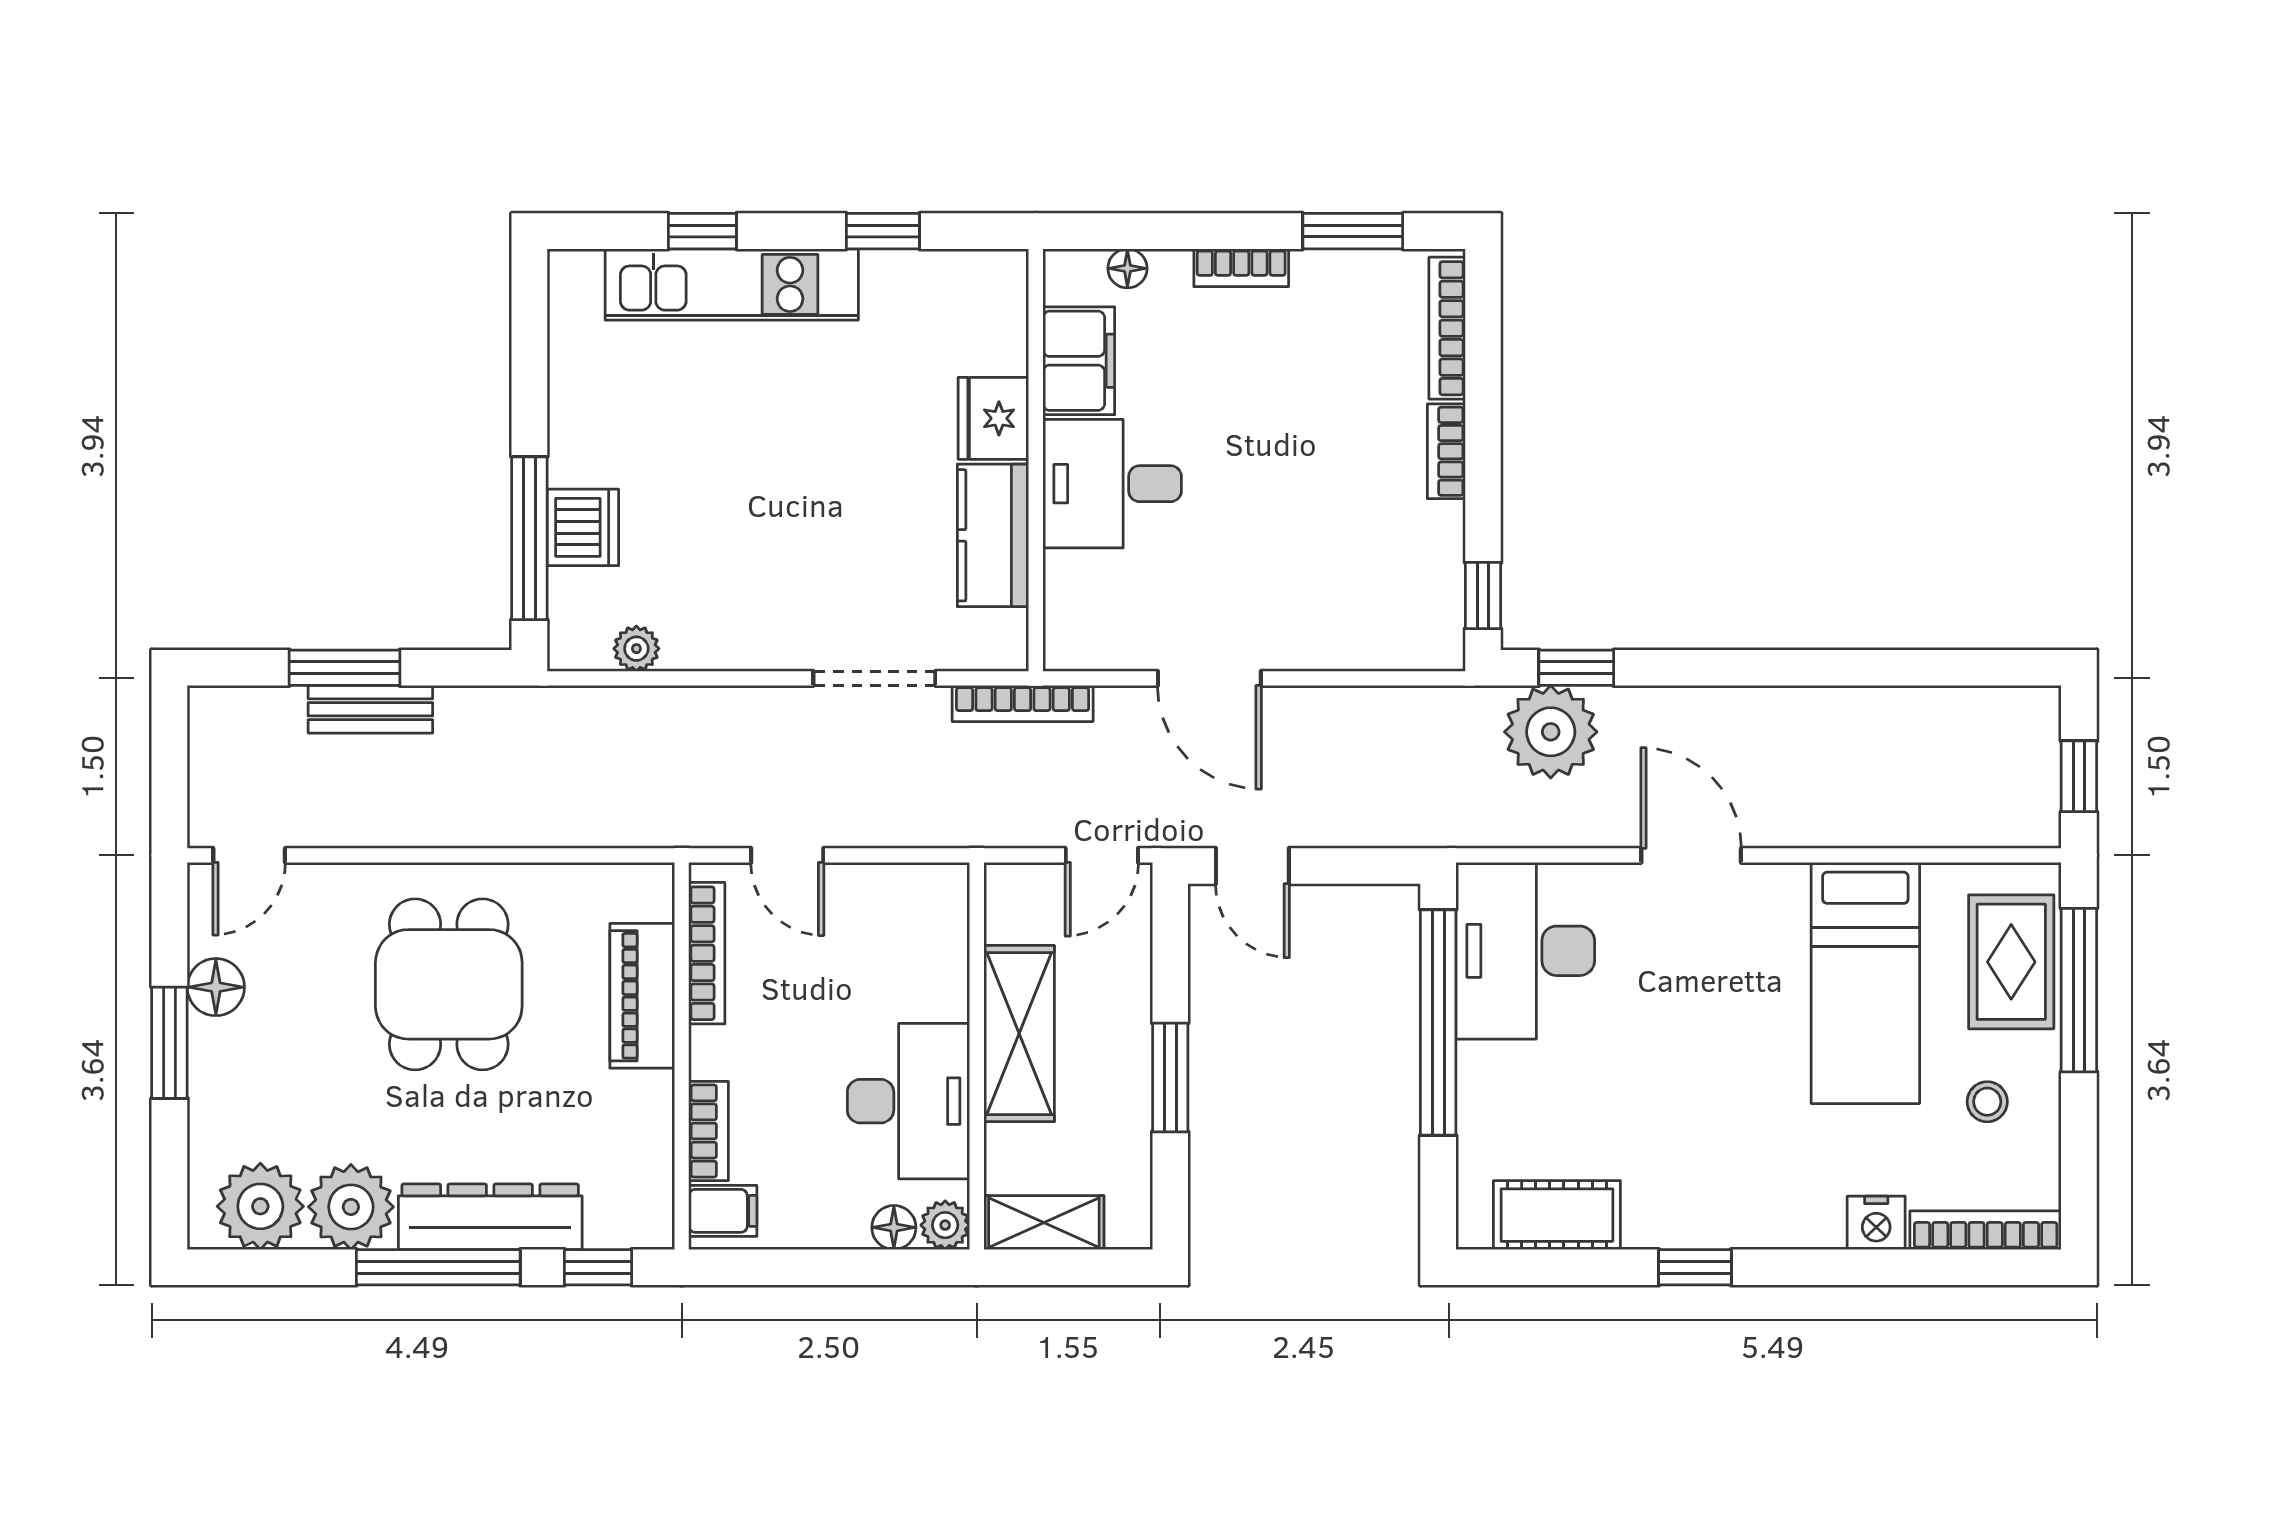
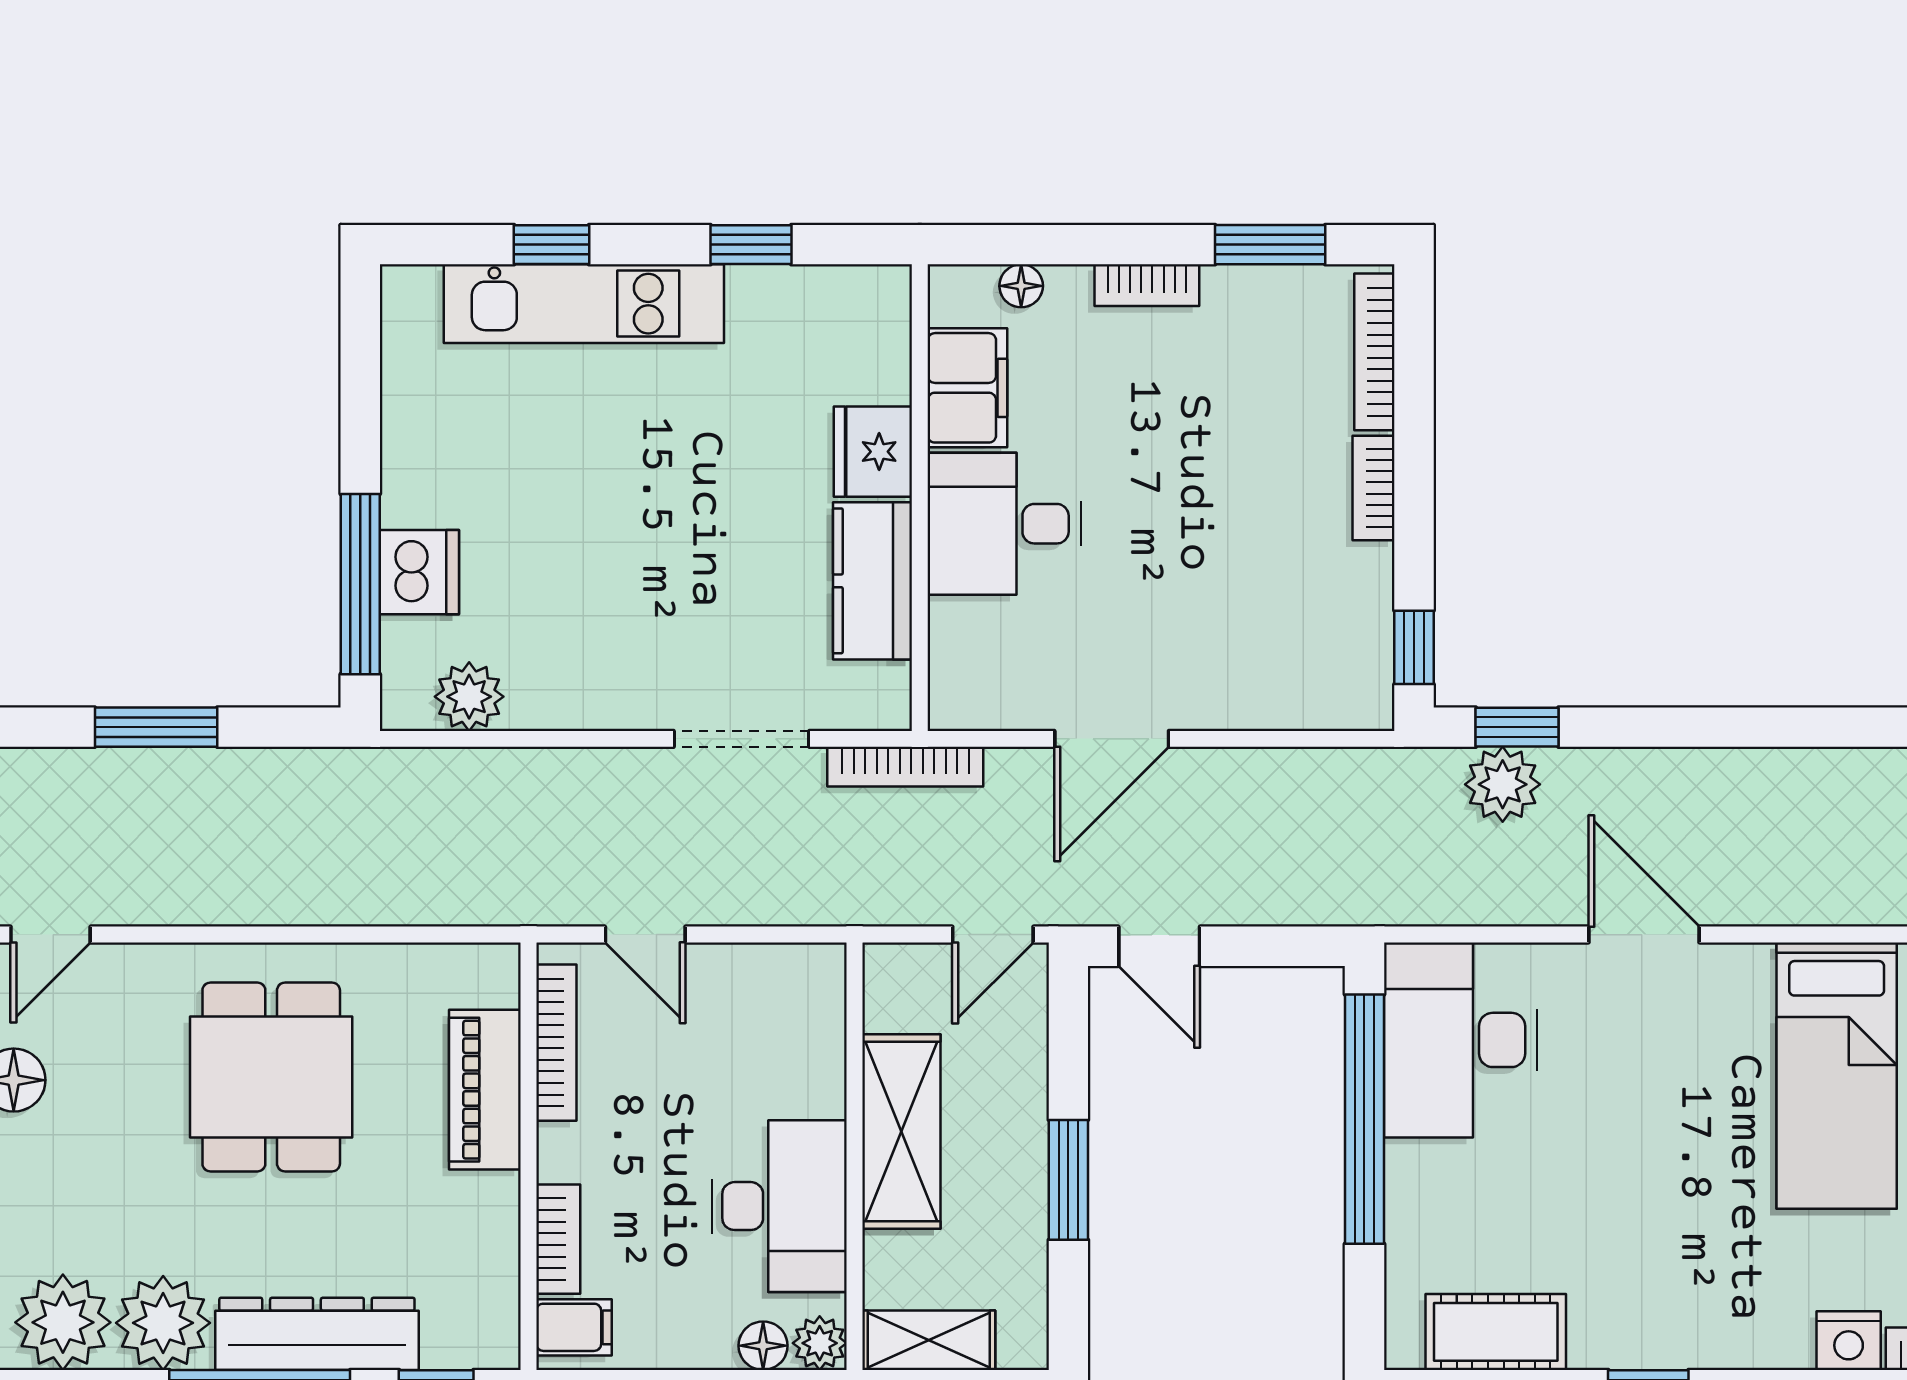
plant: (636, 649) -> (469, 697), width x1.38, depth x1.38
door: (1209, 678) -> (1112, 739), hinge flipped
bench: (370, 709) -> (185, 773), removed
plant: (1551, 732) -> (1503, 784), width x0.73, depth x0.73

